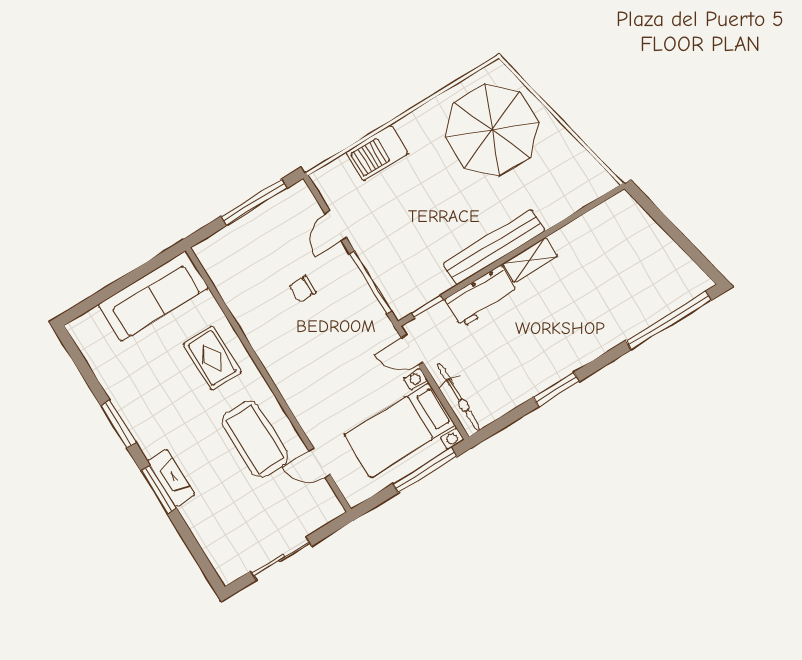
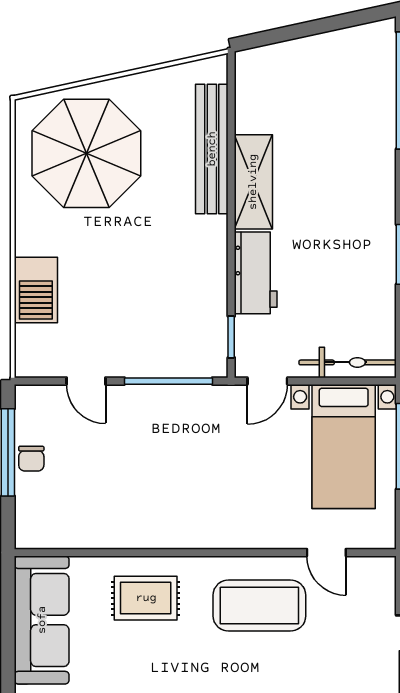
bench: (494, 247) -> (212, 149), moved
shelving: (530, 260) -> (253, 182), width x1.50, depth x1.33
chair: (303, 289) -> (31, 459), moved
door: (320, 463) -> (326, 553), hinge flipped

